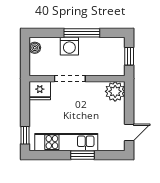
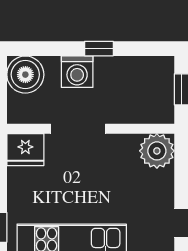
window: (82, 33) -> (99, 49), width x0.46
boiler: (35, 48) -> (25, 75), width x1.86, depth x1.86

